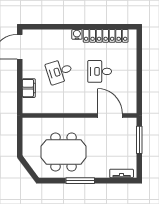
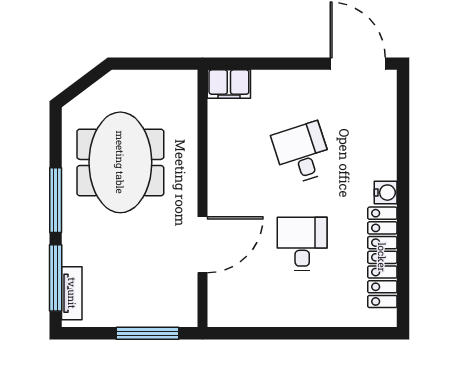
filing cabinet: (29, 88) -> (229, 84), moved
door: (110, 116) -> (203, 245), moved
window: (115, 181) -> (56, 278), added

